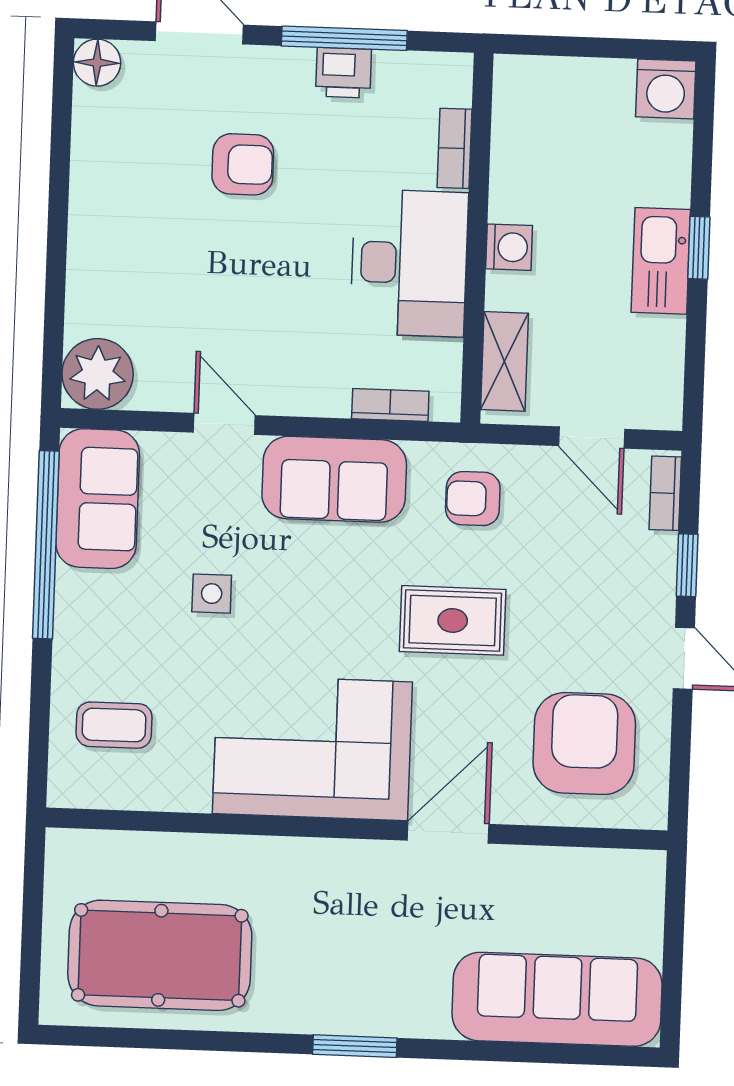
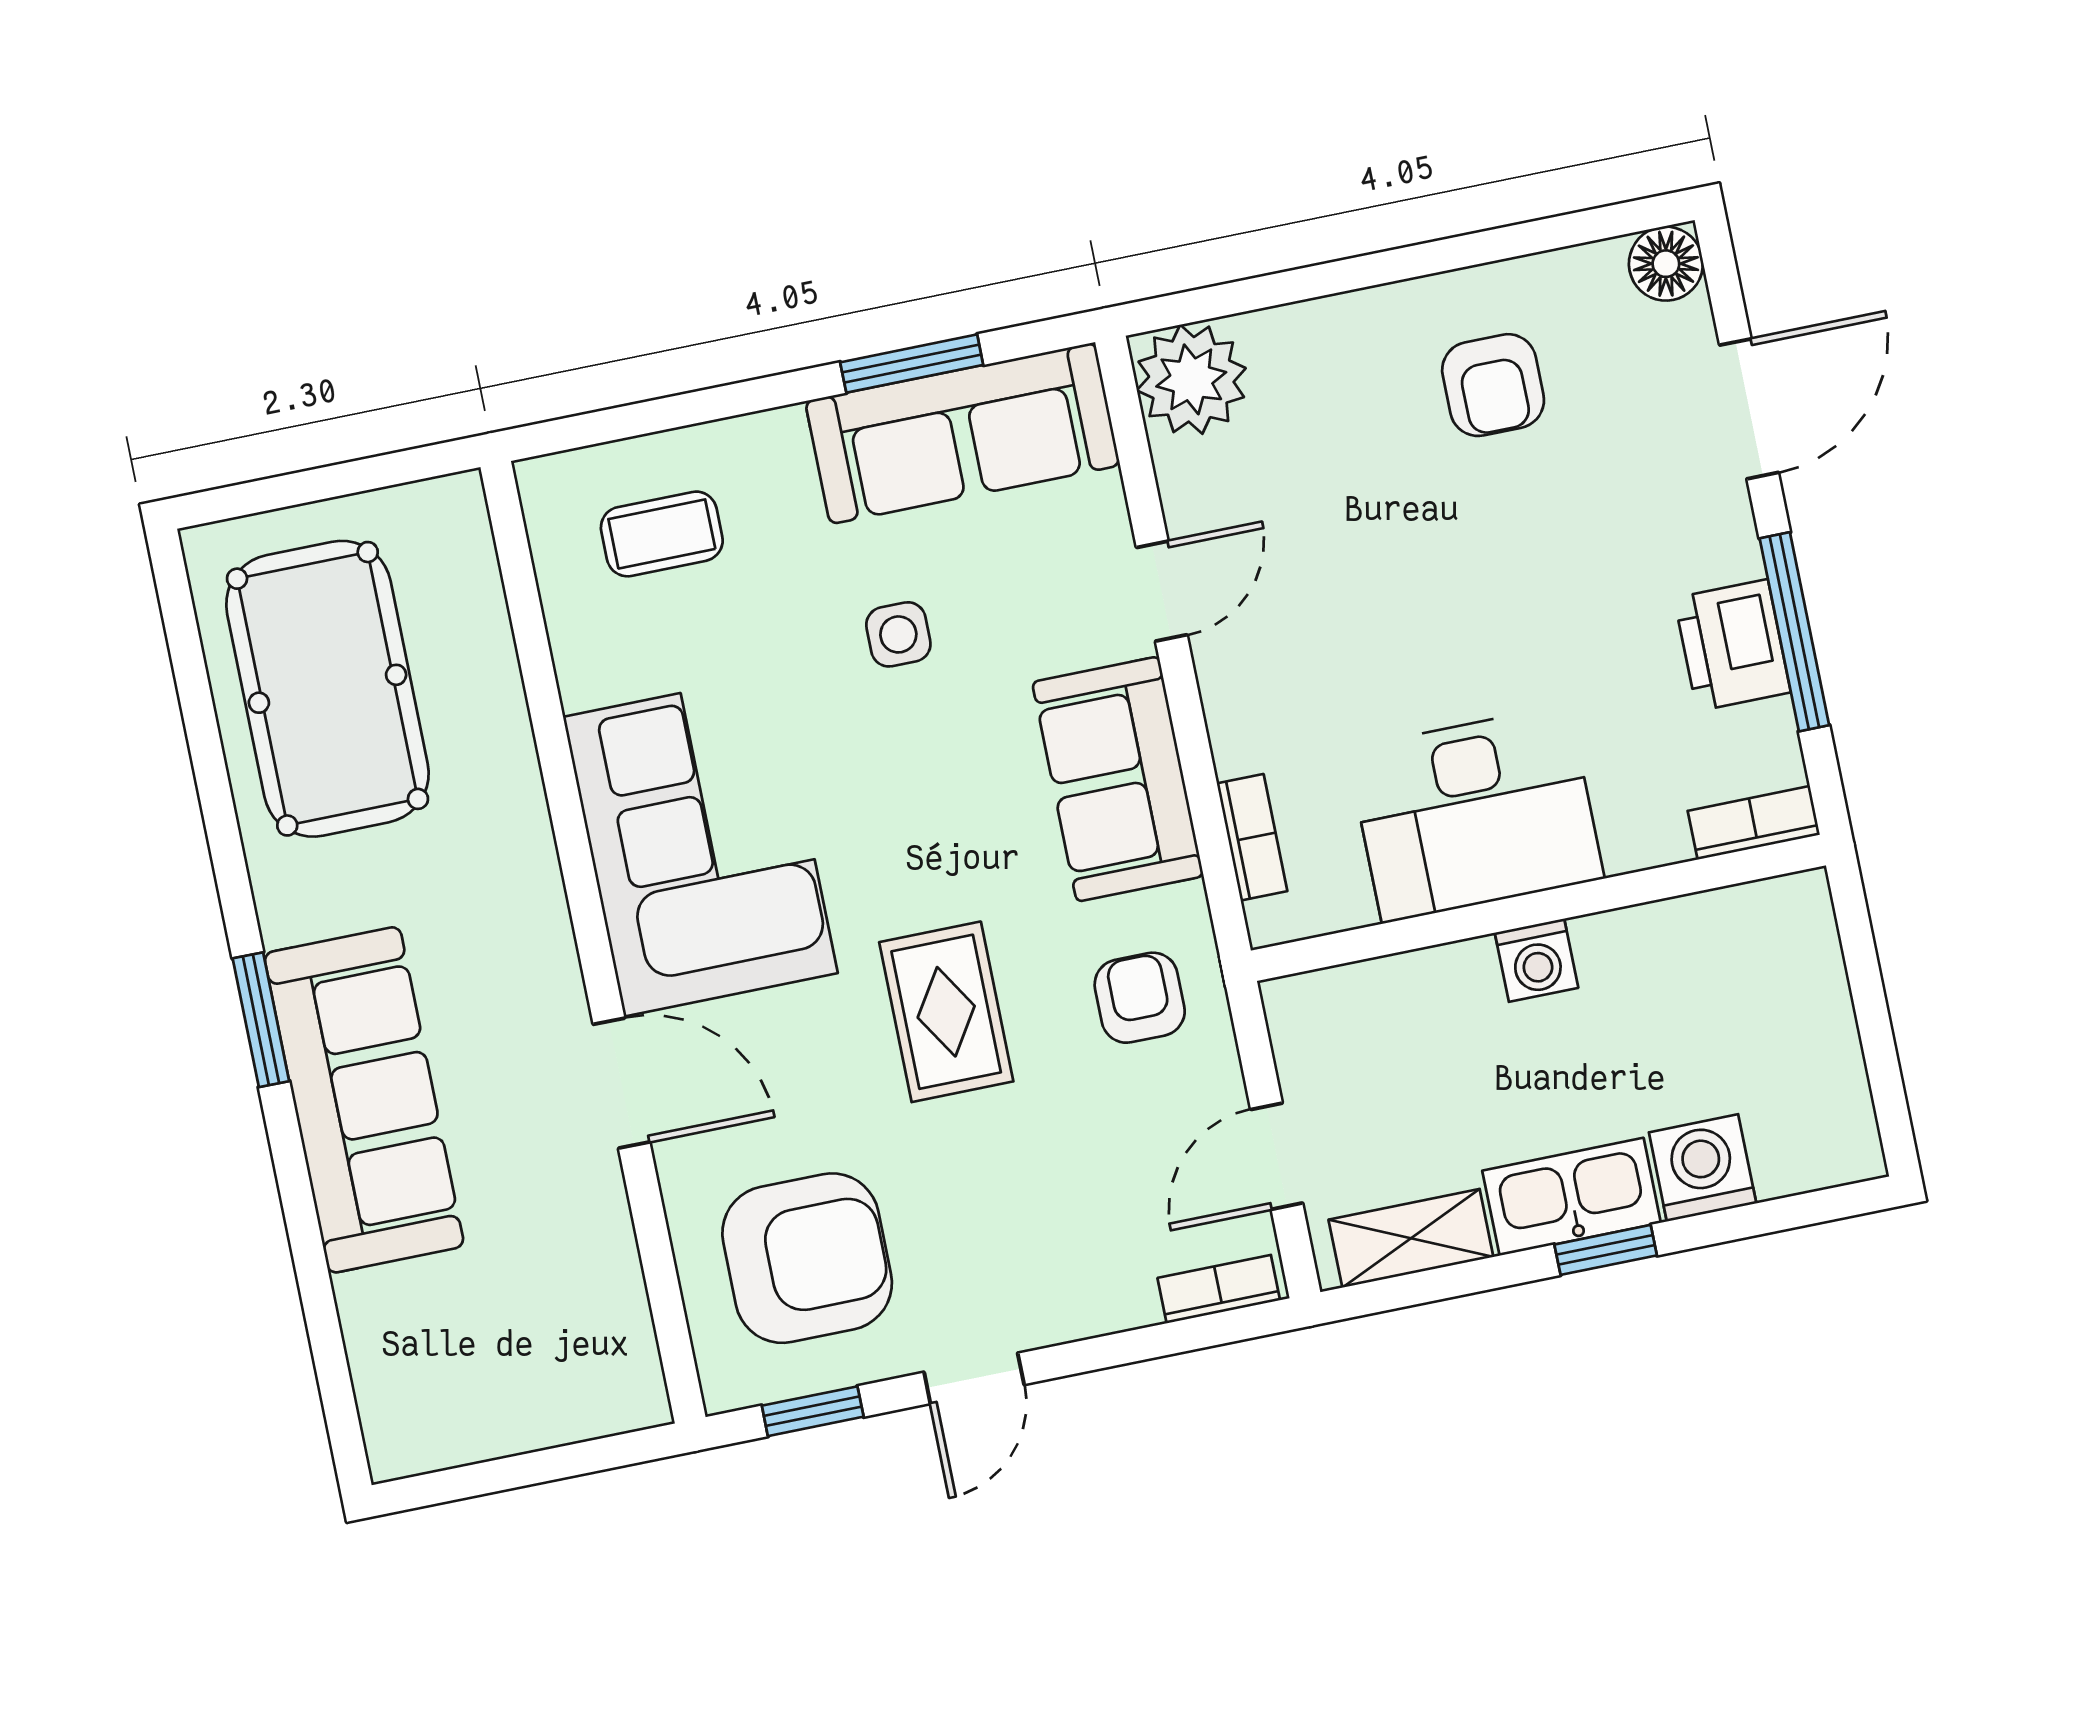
printer: (344, 73) -> (1732, 645), width x1.36, depth x1.24
washing machine: (666, 89) -> (1703, 1168), moved, turned 90
bookcase: (454, 148) -> (1754, 823), moved
armchair: (243, 164) -> (1493, 385), moved
shelving: (504, 361) -> (1411, 1238), moved
sofa: (98, 499) -> (963, 433), width x1.36
window: (46, 545) -> (912, 364), width x0.47
window: (687, 565) -> (813, 1411), moved
coffee table: (114, 725) -> (662, 534), turned 90
sofa: (557, 999) -> (364, 1100), moved

